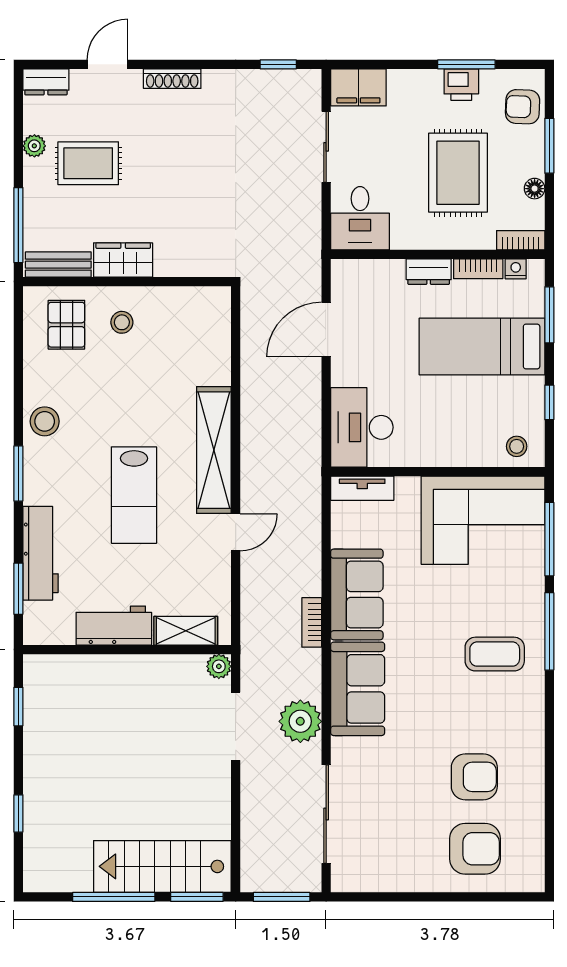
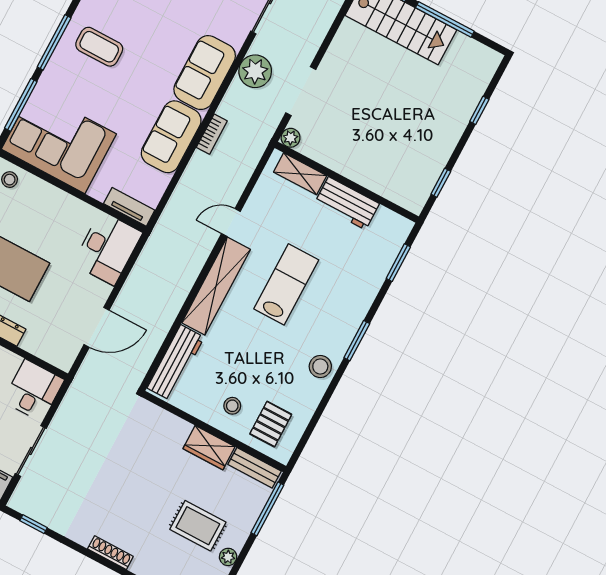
workbench: (41, 553) -> (176, 363), moved, turned 180

